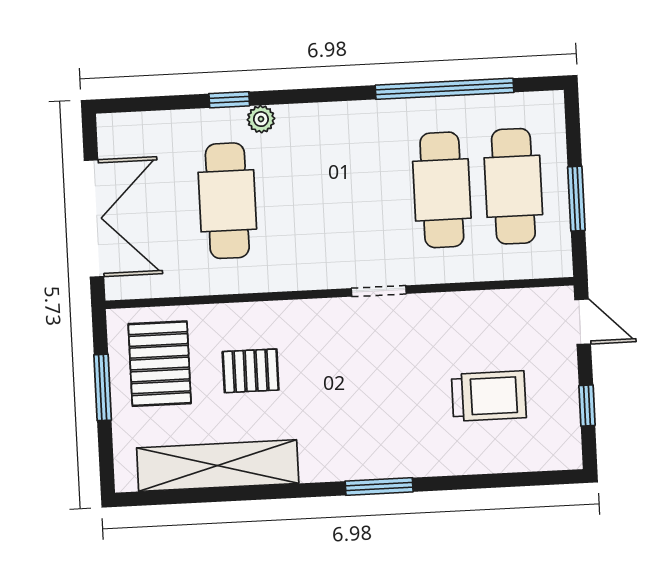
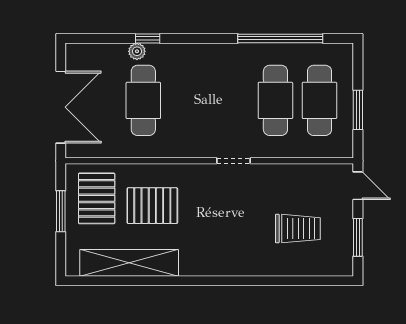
plant: (261, 119) -> (137, 51), moved
pallet: (251, 371) -> (152, 206), width x1.50, depth x1.42
window: (587, 406) -> (358, 237), width x1.50
window: (379, 486) -> (228, 281), removed

